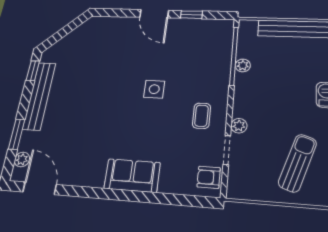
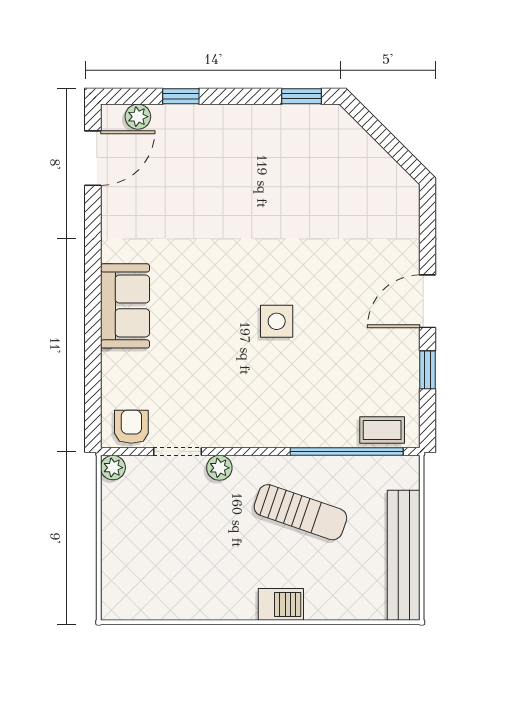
plant: (243, 65) -> (113, 468), moved
bench: (39, 96) -> (254, 120), removed
coffee table: (202, 116) -> (382, 430), moved
window: (17, 134) -> (181, 96), width x0.67
sun lounger: (298, 163) -> (300, 512), moved

